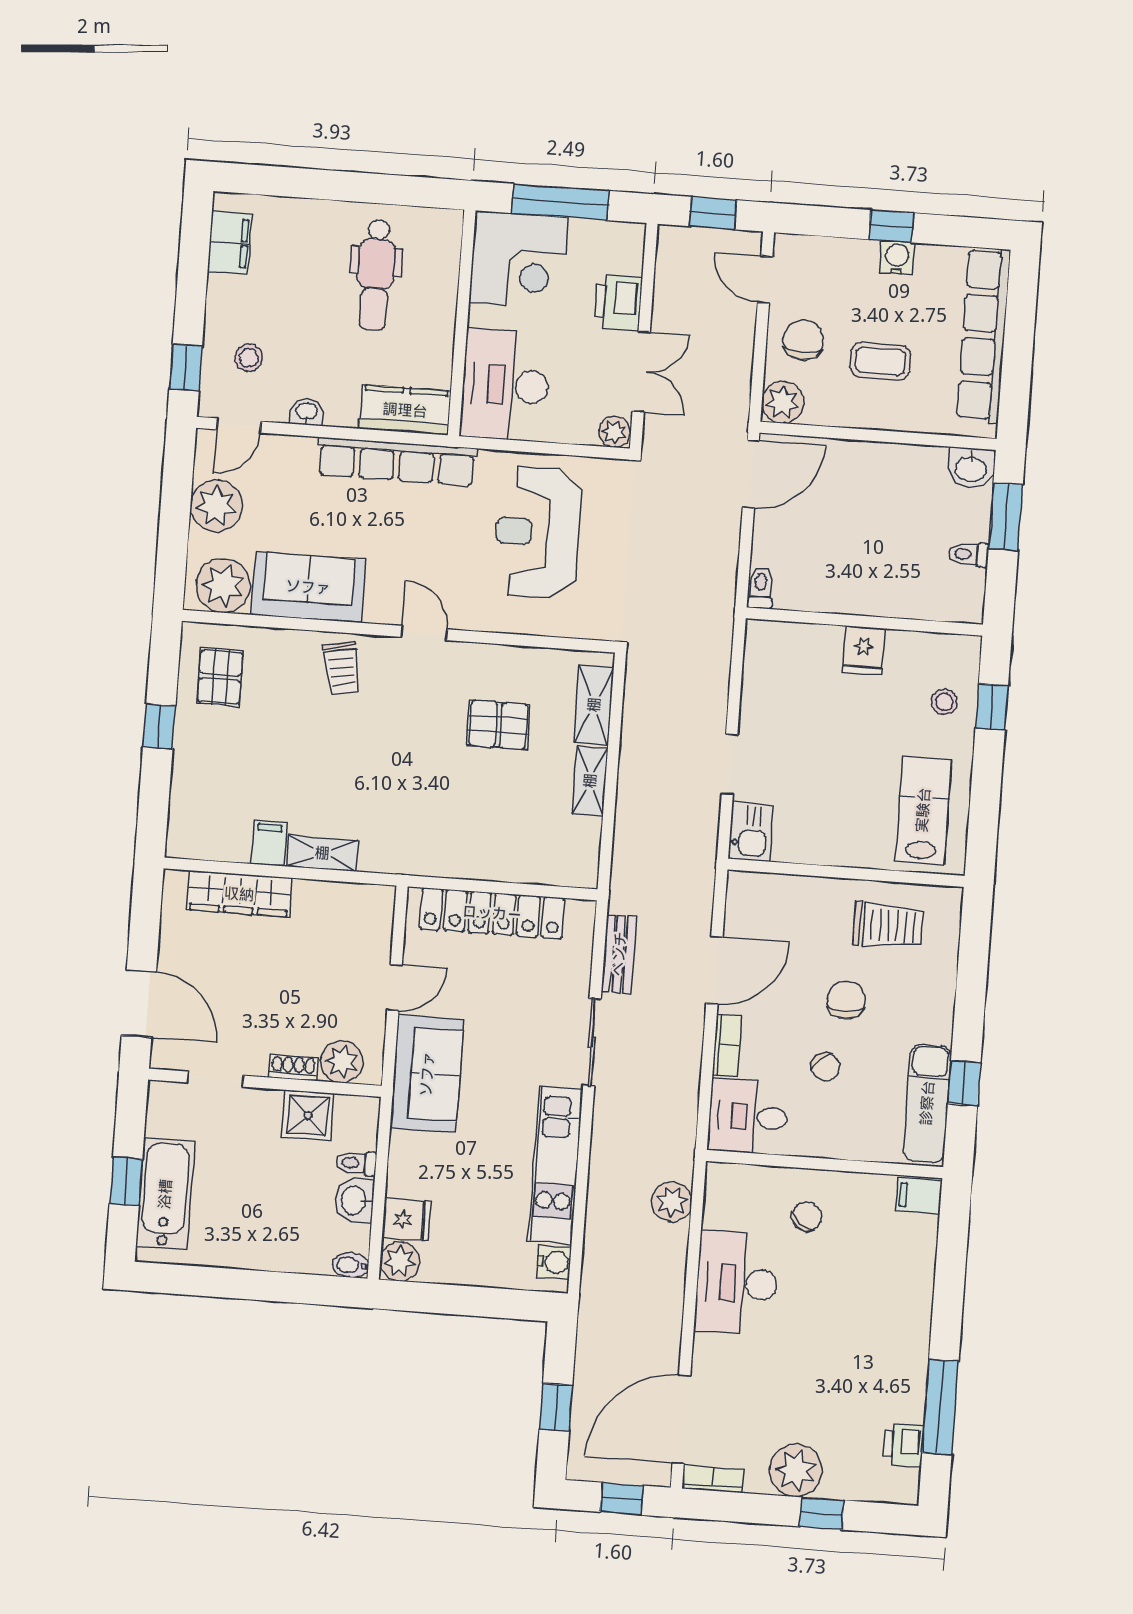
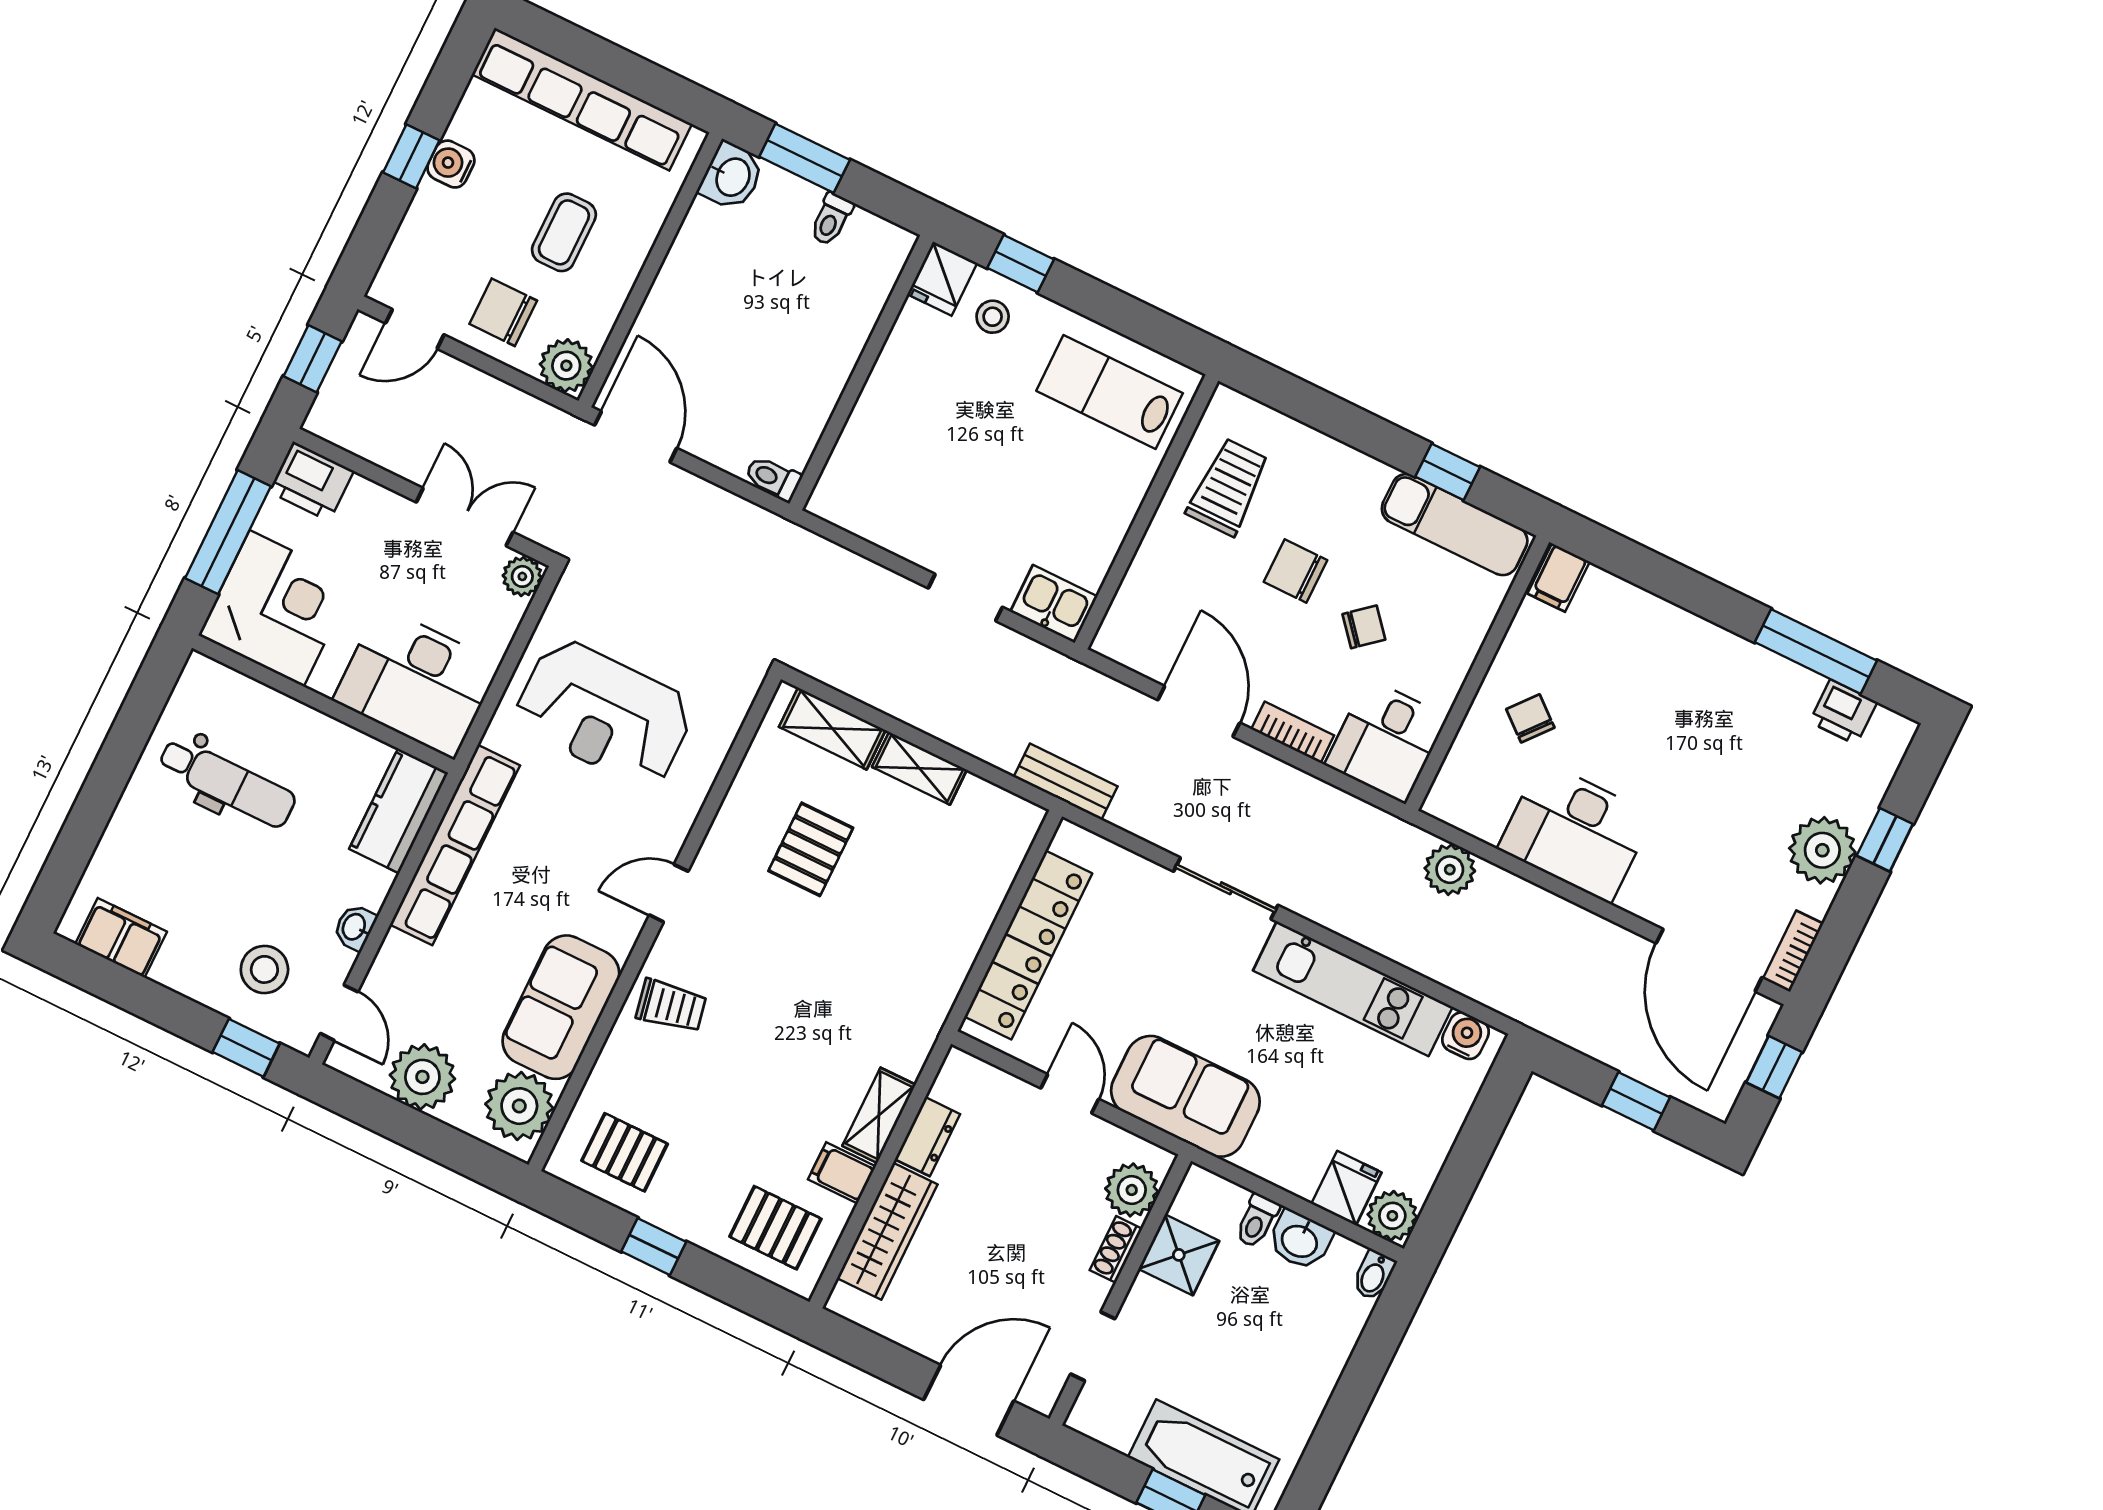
printer: (618, 303) -> (311, 481), moved
stool: (249, 358) -> (264, 969), width x1.37, depth x1.37
fridge: (864, 650) -> (942, 279), moved, turned 90
pallet: (209, 810) -> (775, 1228), added
dresser: (321, 895) -> (927, 1137), added
bench: (619, 954) -> (1066, 782), moved

